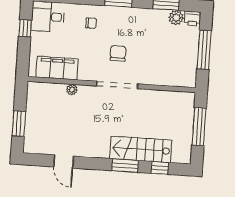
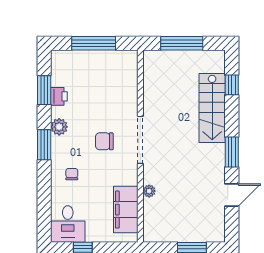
plant: (176, 18) -> (59, 127), moved
printer: (193, 18) -> (59, 96), moved
window: (125, 166) -> (232, 152), moved

